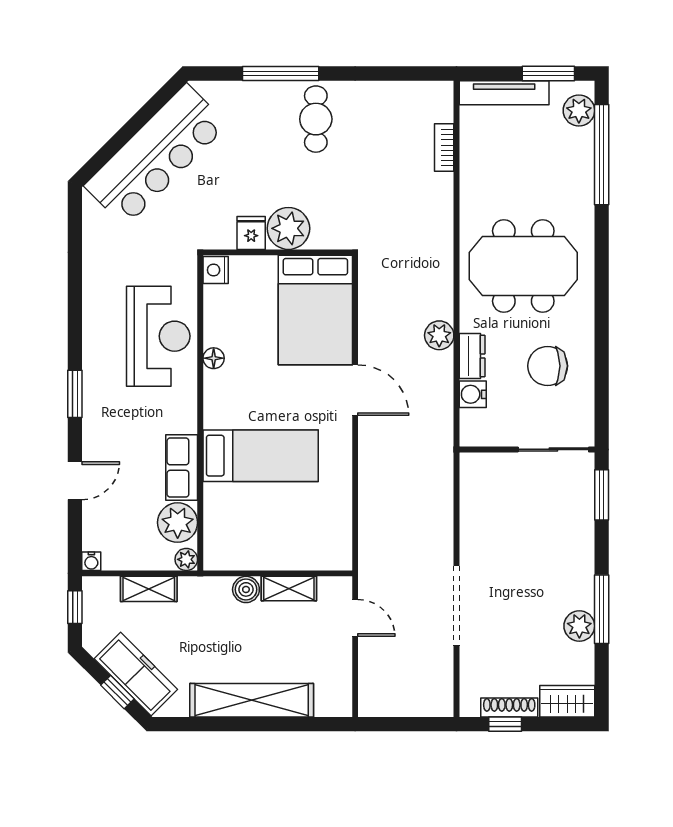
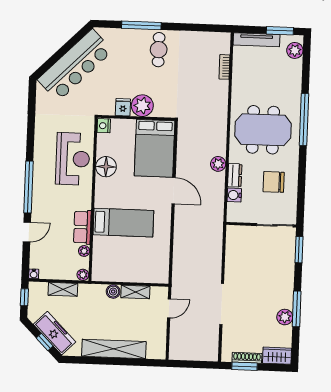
window: (602, 155) -> (304, 119), moved
floor lamp: (214, 358) -> (106, 167), width x1.89, depth x1.89
window: (75, 394) -> (29, 187), width x2.11
plant: (178, 523) -> (84, 251), width x0.53, depth x0.53
door: (355, 618) -> (169, 308), hinge flipped
window: (505, 724) -> (245, 366), width x1.50

